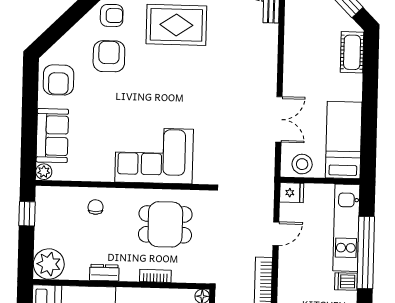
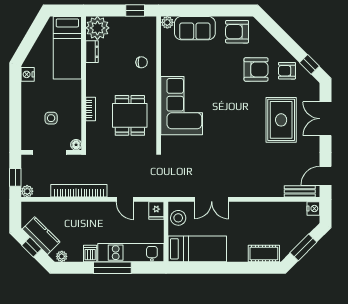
armchair: (112, 15) -> (287, 71), turned 90
window: (366, 253) -> (112, 268), width x0.68
dresser: (104, 273) -> (92, 52), moved

